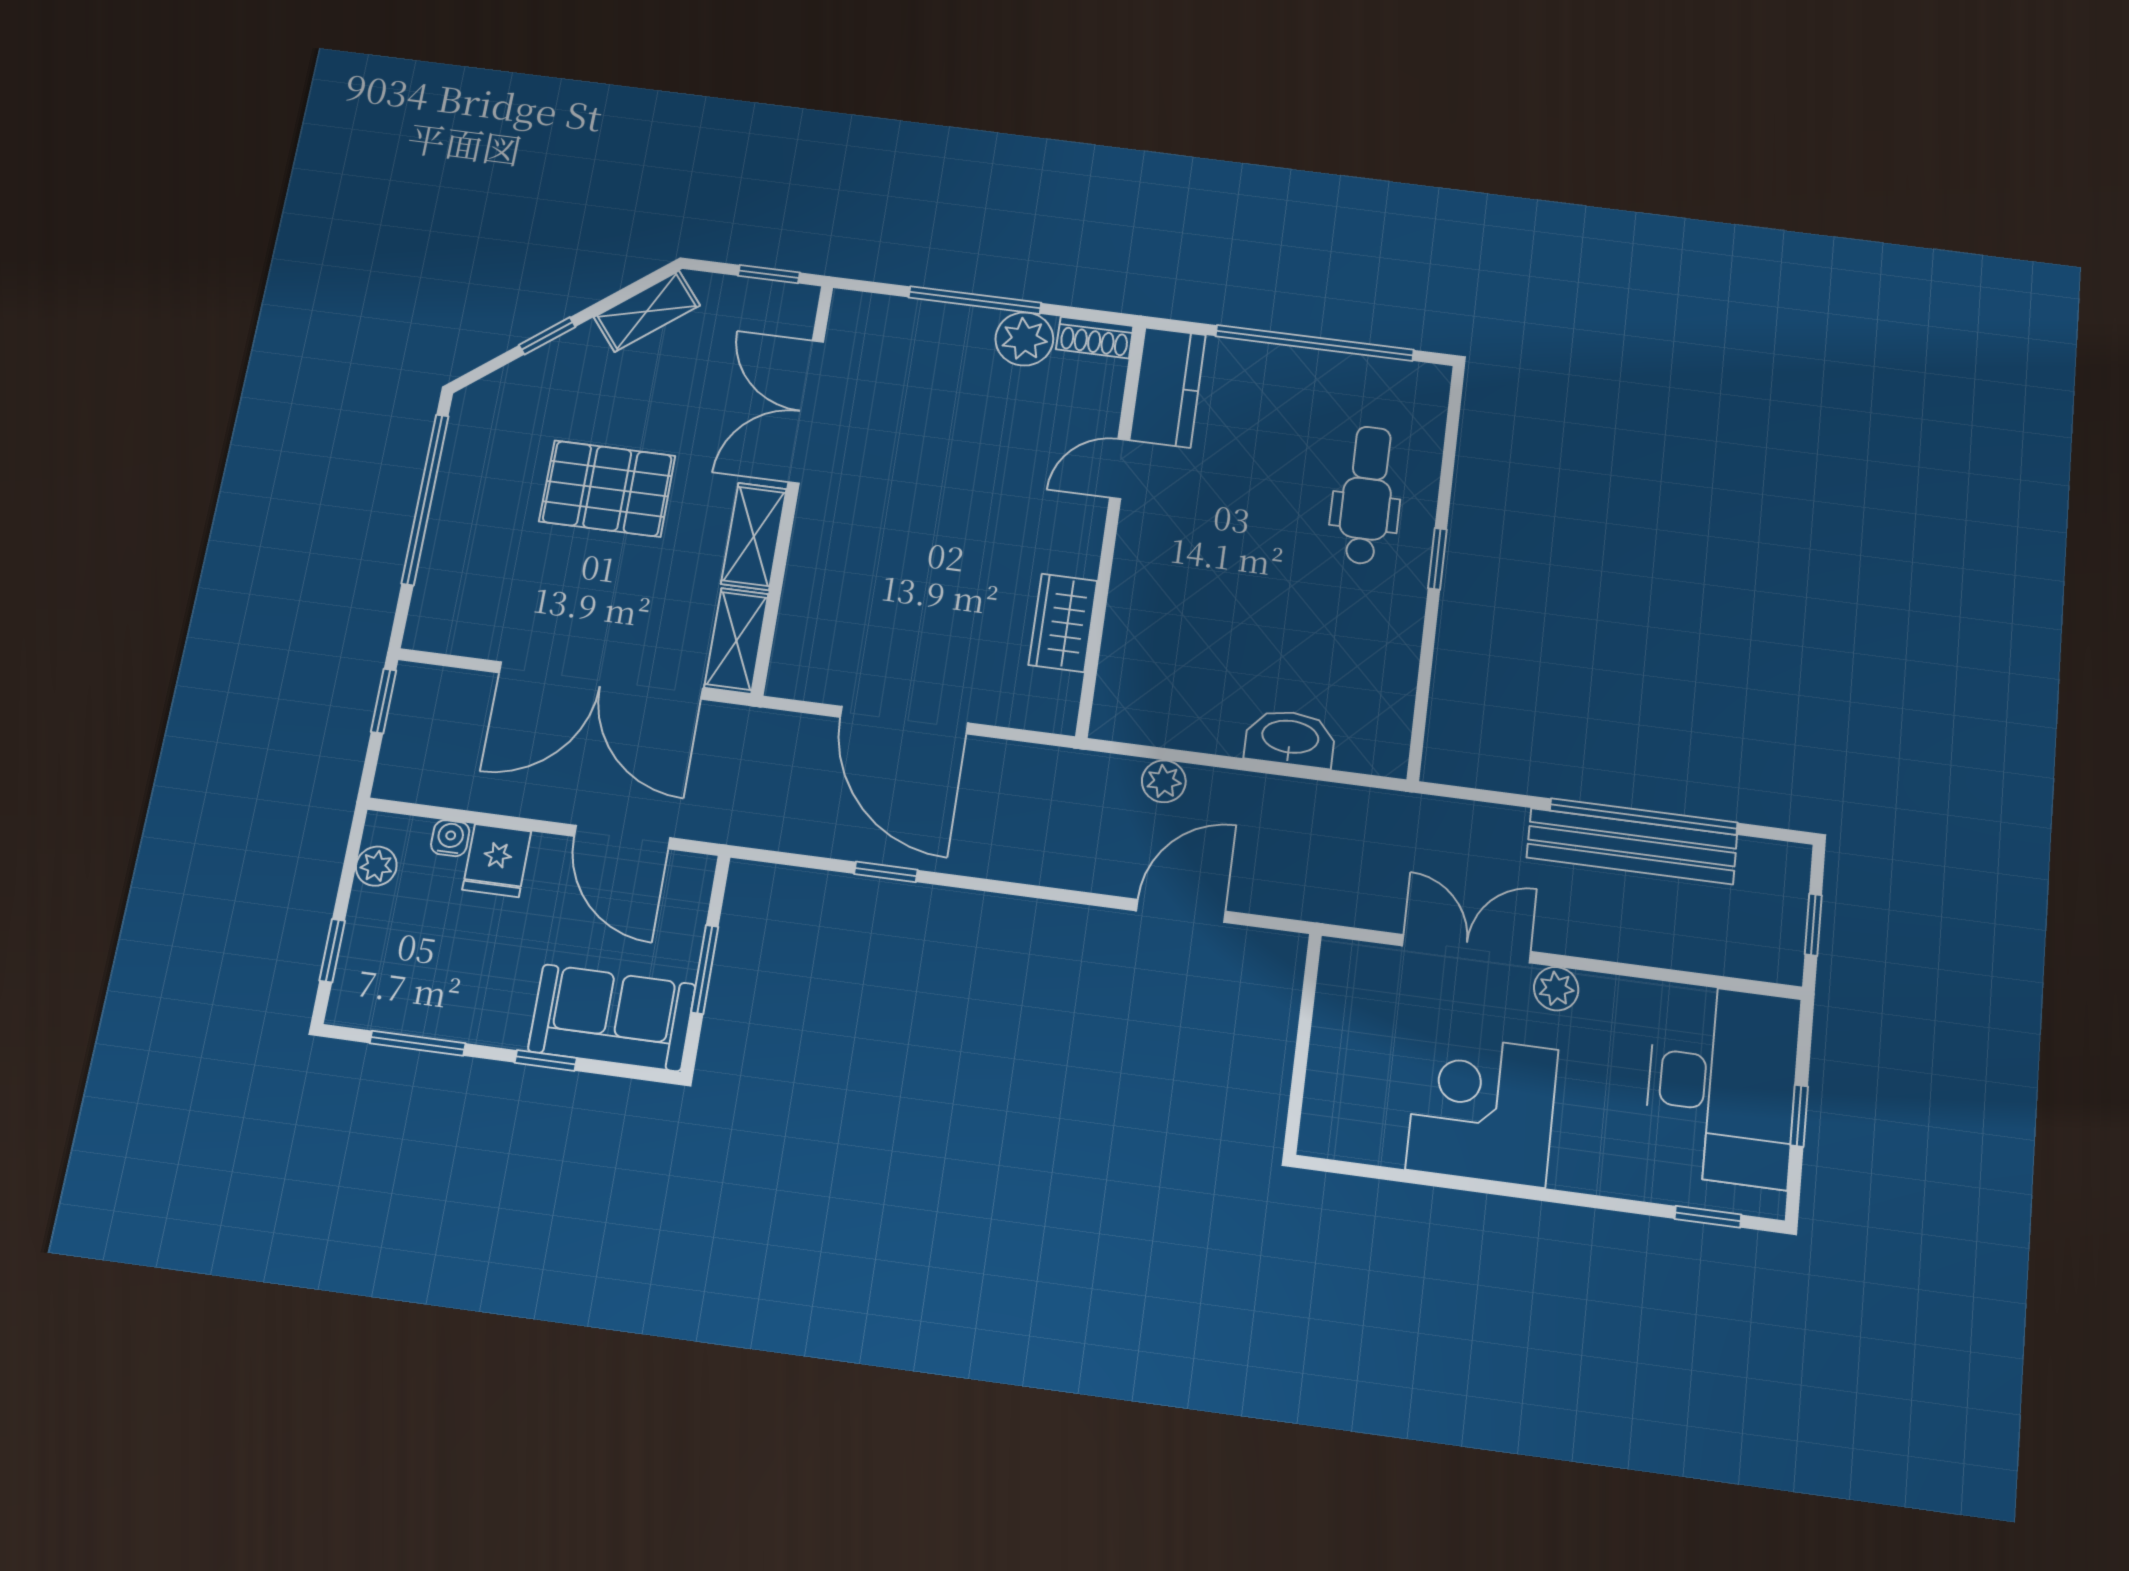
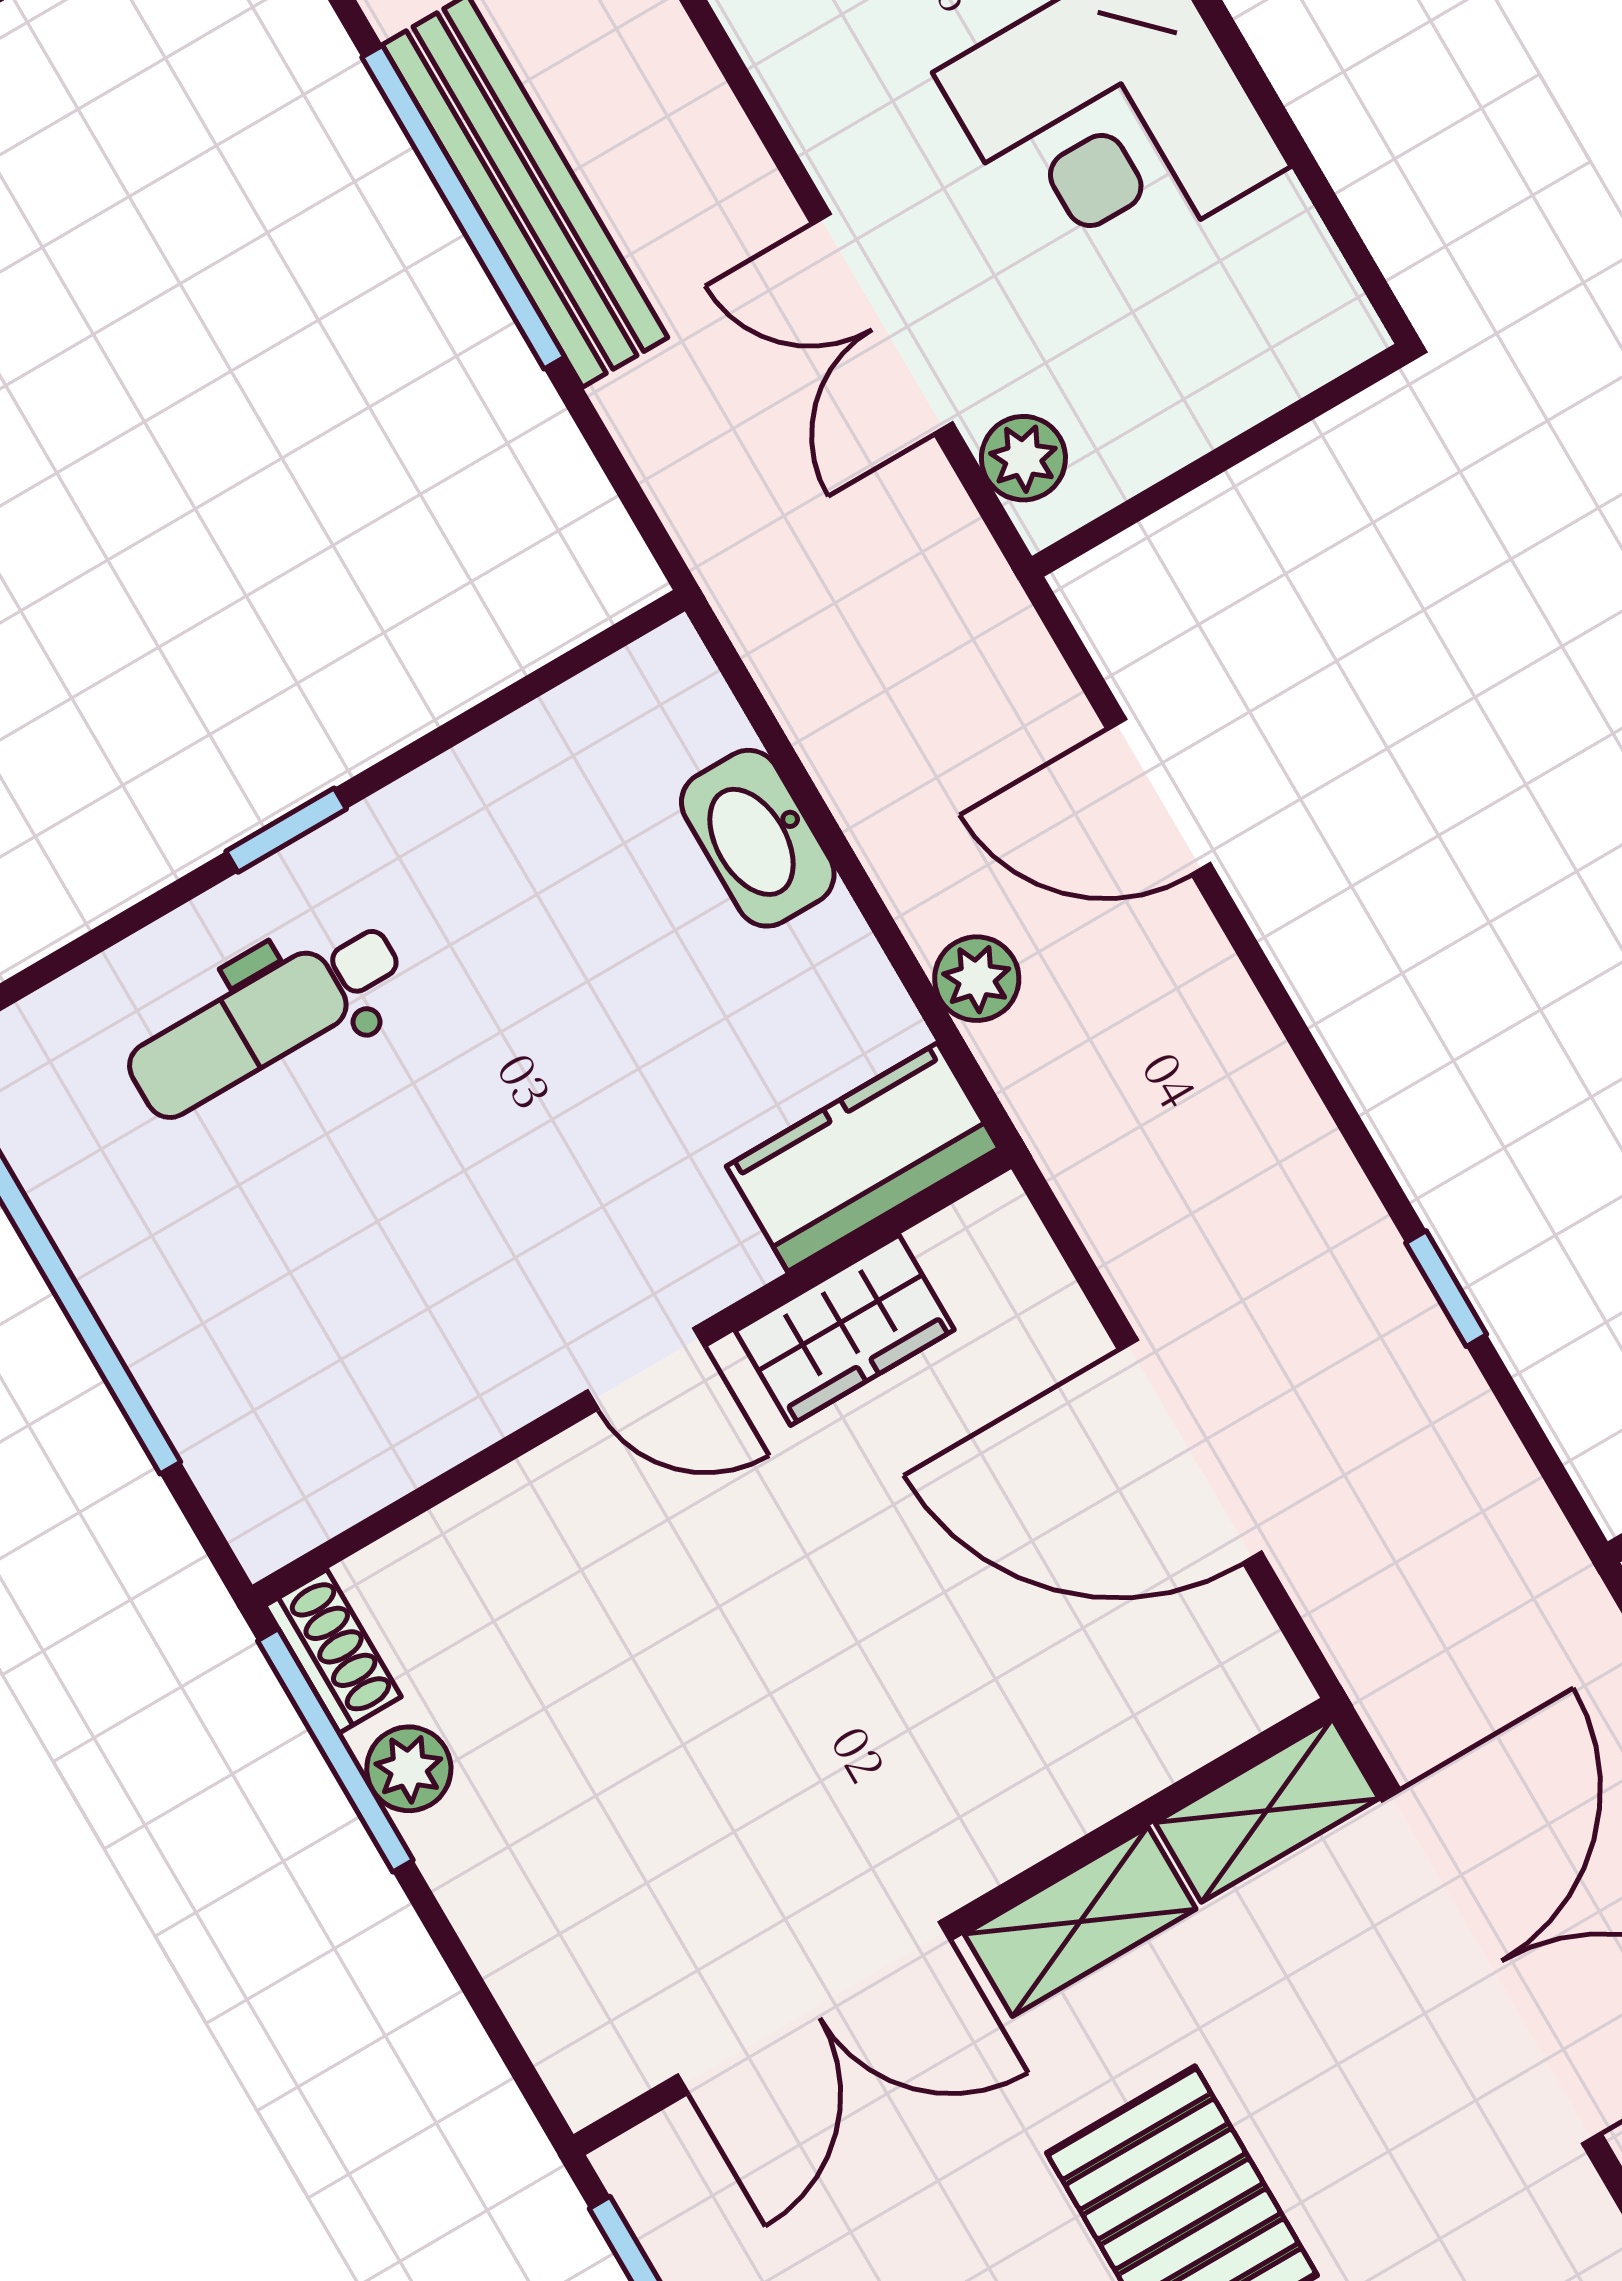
window: (975, 300) -> (335, 1750), moved
plant: (1024, 339) -> (409, 1769), width x0.73, depth x0.73
kitchen counter: (1168, 387) -> (863, 1157), moved
door: (1119, 469) -> (646, 1369), moved
door: (904, 720) -> (1190, 1451), swing flipped
plant: (1556, 989) -> (1023, 458), moved

